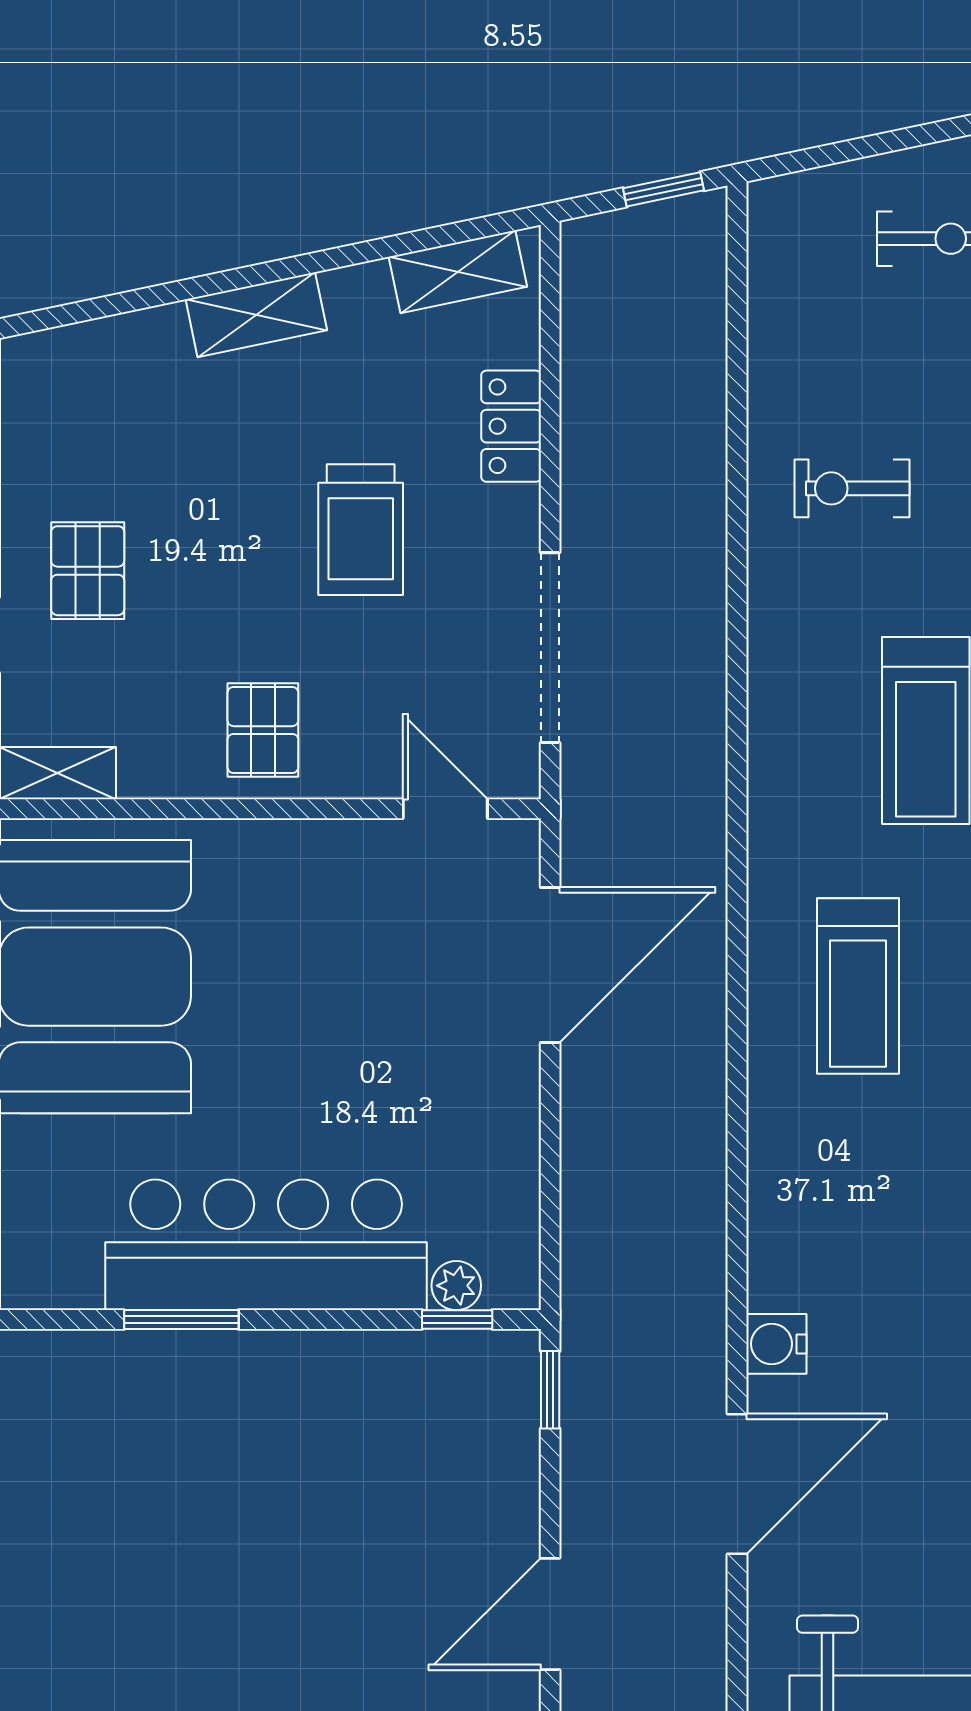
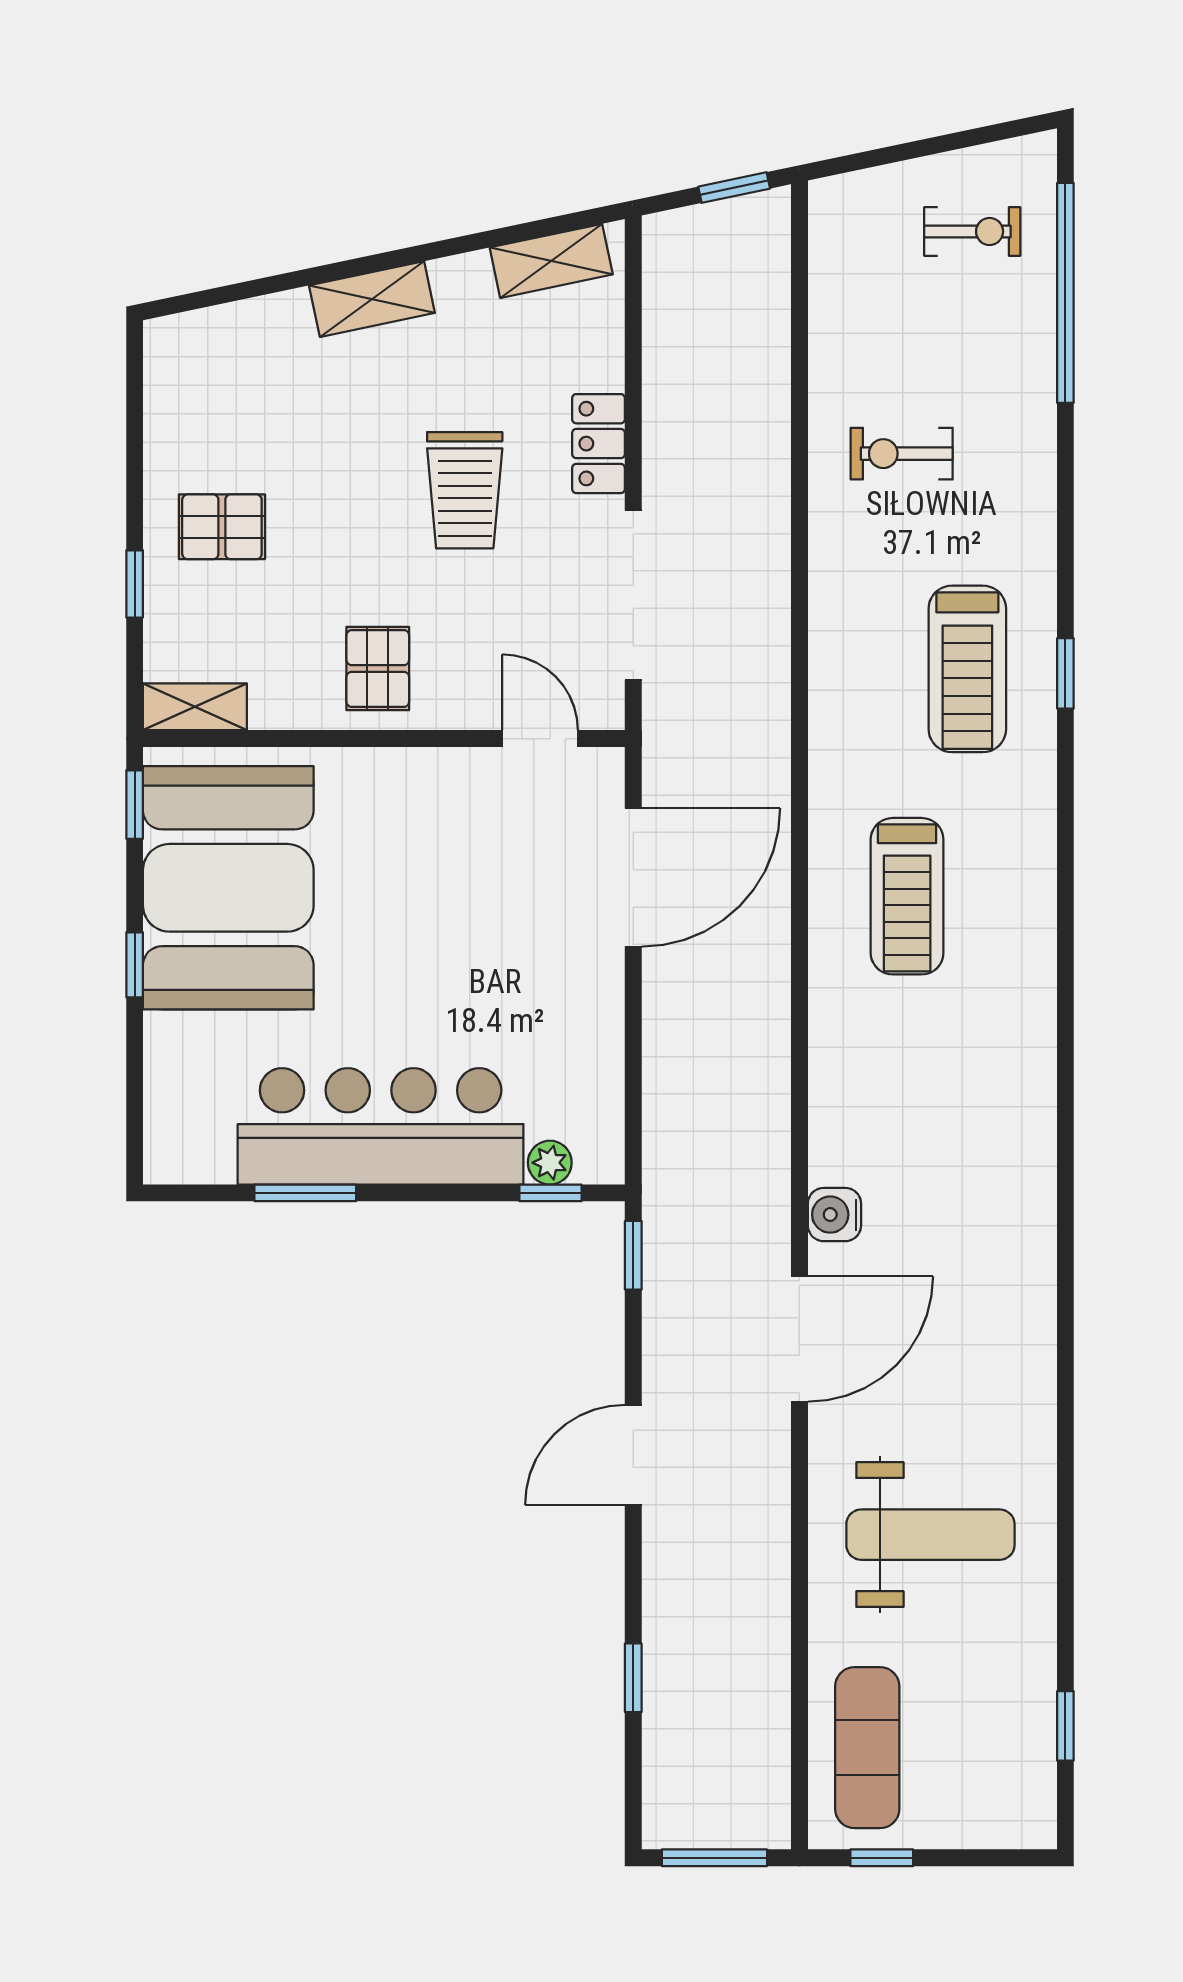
locker: (511, 426) -> (599, 444), moved
pallet: (88, 571) -> (222, 527), turned 90

